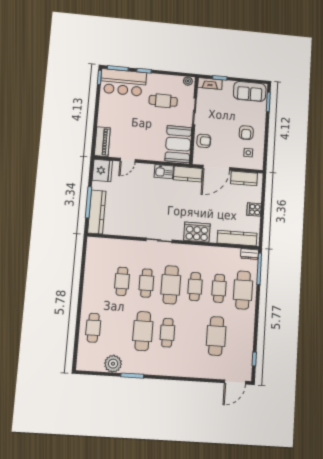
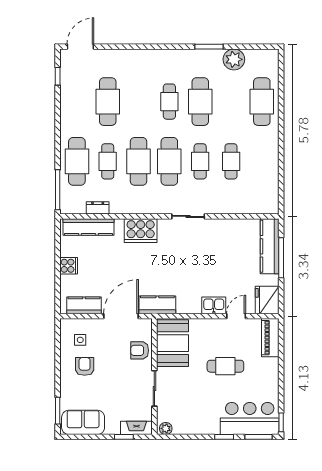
cafe table: (163, 101) -> (225, 366), moved
kitchen sink: (164, 172) -> (214, 305), moved
dresser: (250, 254) -> (98, 208), moved
cafe table: (195, 287) -> (139, 161), width x1.37, depth x1.35
cafe table: (93, 328) -> (262, 102), width x1.37, depth x1.35

